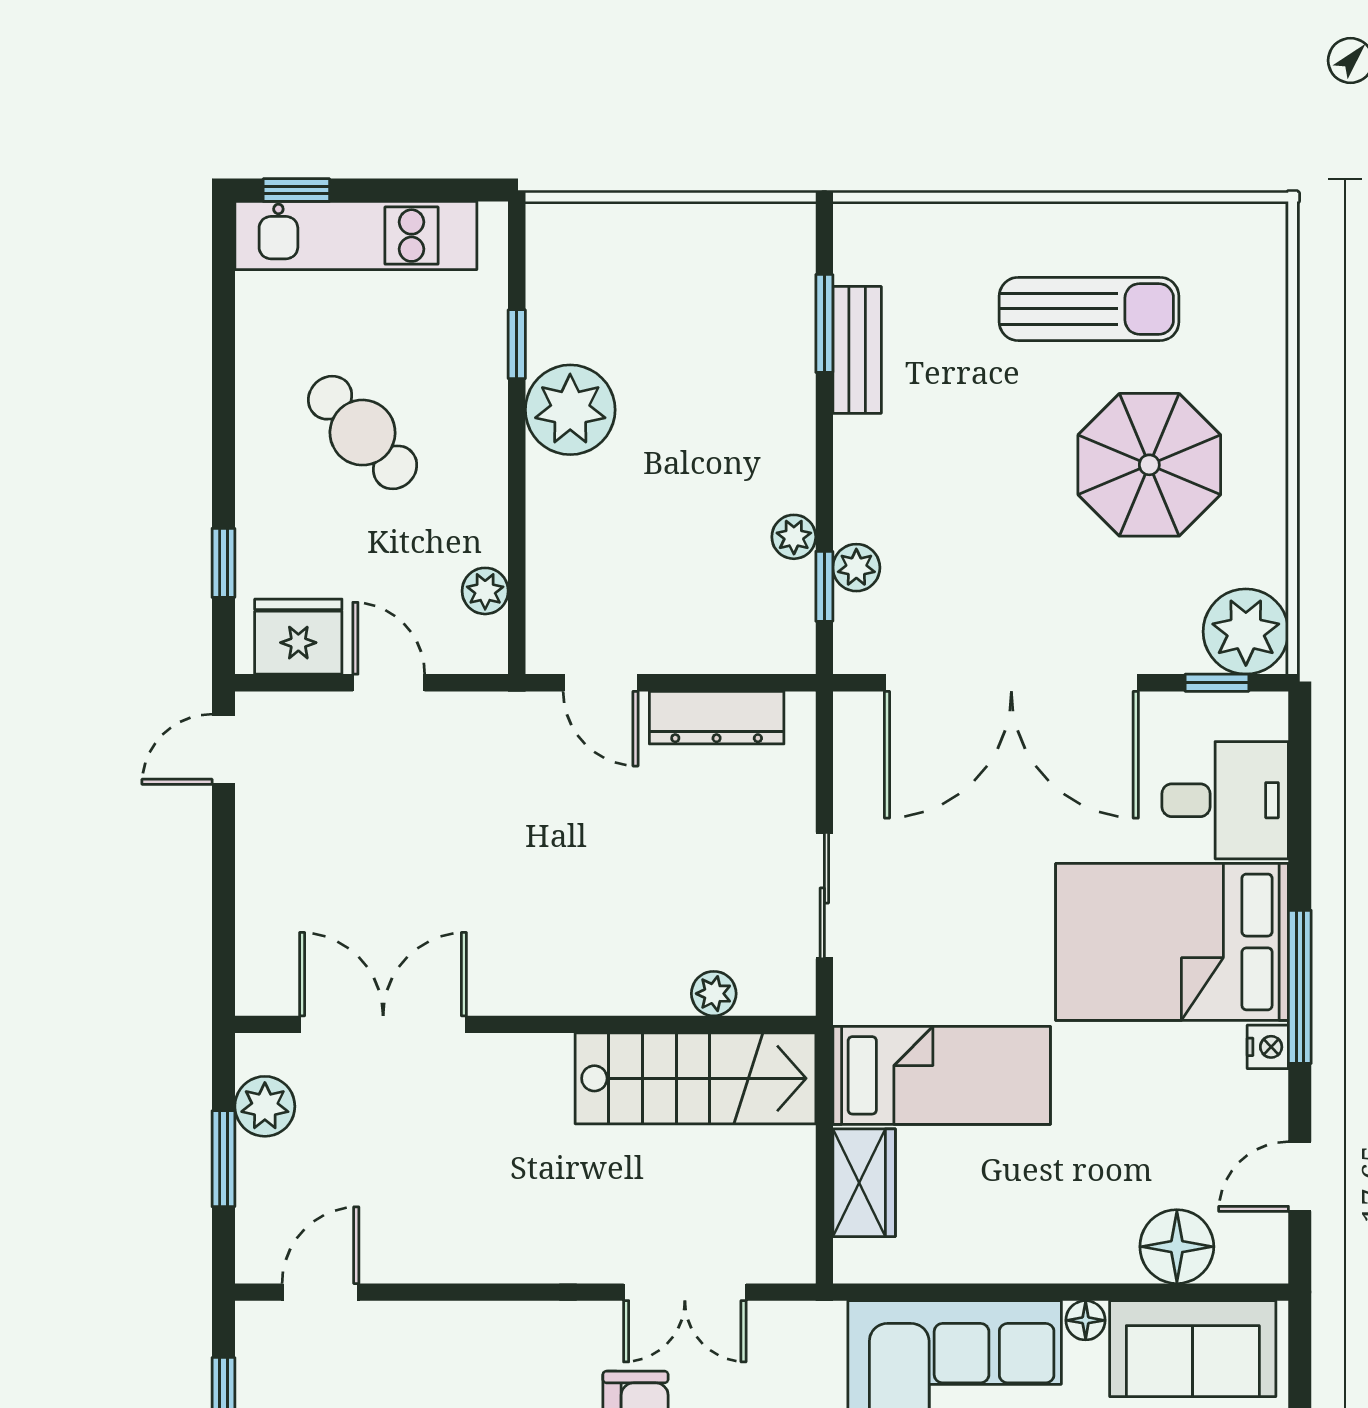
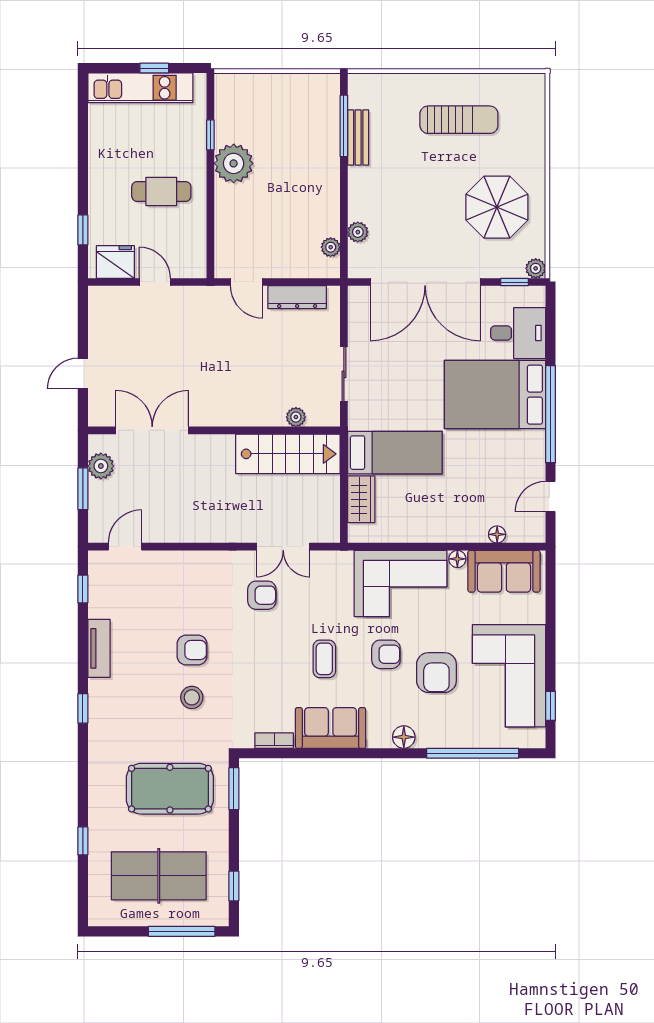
window: (296, 190) -> (154, 68), moved
window: (824, 323) -> (344, 126), width x1.44
cafe table: (363, 433) -> (161, 191), moved, turned -47
parasol: (1149, 465) -> (497, 207), moved
plant: (794, 537) -> (331, 247), moved
window: (824, 586) -> (344, 240), removed
plant: (485, 591) -> (197, 242), removed
plant: (1246, 632) -> (536, 268), width x0.53, depth x0.53
door: (223, 749) -> (83, 373), moved
window: (1300, 987) -> (550, 414), width x1.46
nightstand: (1268, 1047) -> (537, 440), removed
floor lamp: (1177, 1247) -> (497, 534), width x0.53, depth x0.53

